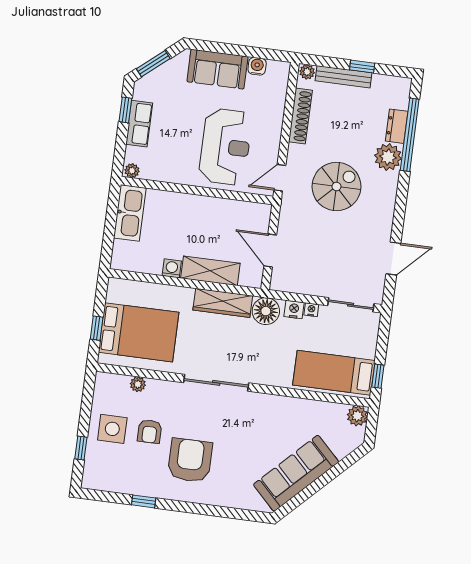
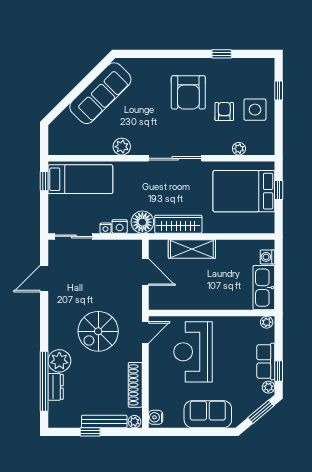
water cooler: (257, 66) -> (156, 417), moved, turned 90
plant: (140, 92) -> (268, 387), added
washing machine: (172, 268) -> (267, 257), moved, turned 90
plant: (357, 416) -> (122, 147), moved

